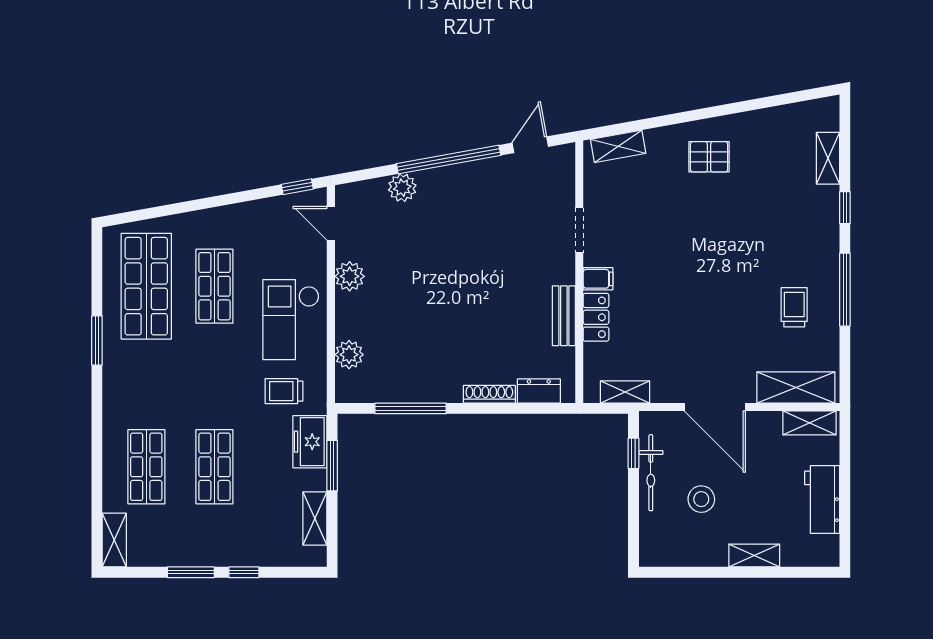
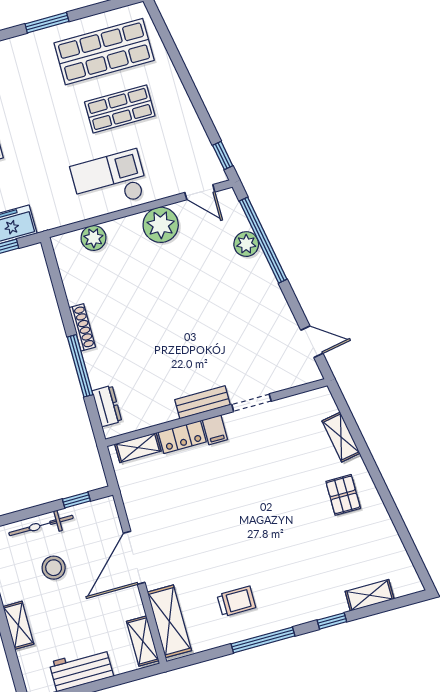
shelving: (618, 146) -> (341, 437), moved
window: (449, 160) -> (263, 240), moved
door: (331, 223) -> (200, 192), swing flipped
plant: (350, 276) -> (161, 225), width x1.36, depth x1.36
bench: (564, 316) -> (202, 402), moved
trolley: (284, 391) -> (48, 192), removed
shelving: (625, 392) -> (138, 448), moved, turned 90
shoe rack: (489, 394) -> (82, 327), moved
window: (411, 408) -> (80, 366), moved
bicycle: (651, 473) -> (41, 525), moved

